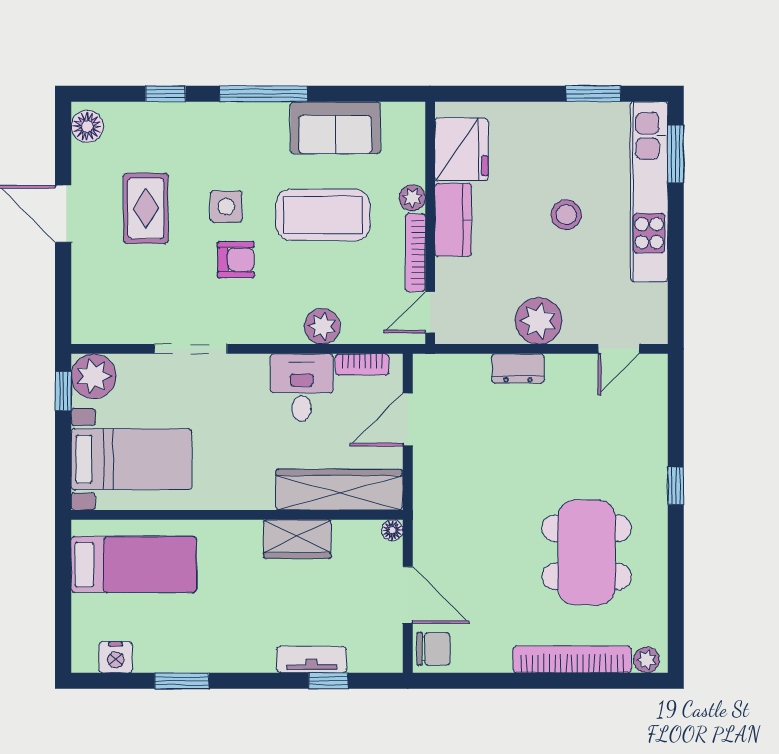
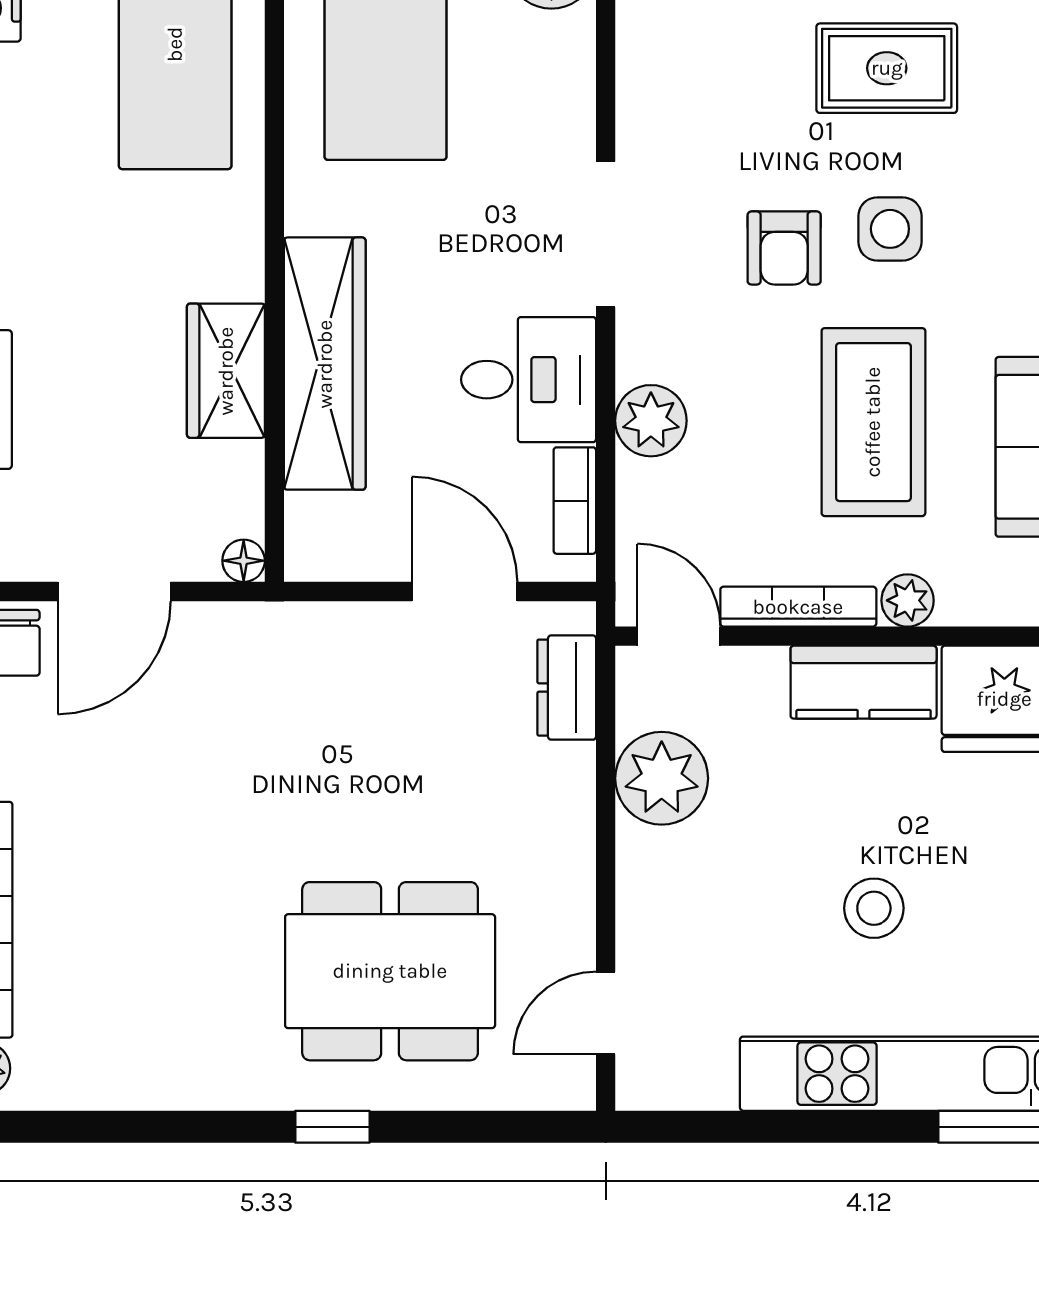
plant: (539, 321) -> (662, 778), moved
doorway: (191, 349) -> (606, 234), moved
door: (619, 349) -> (606, 1013), hinge flipped
dresser: (518, 368) -> (567, 688), moved
wardrobe: (339, 490) -> (325, 364), moved
dining table: (587, 552) -> (390, 971), moved

